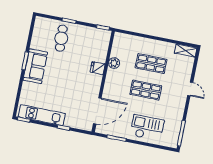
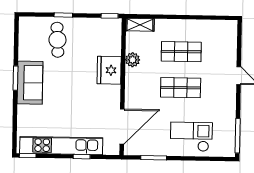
shelving: (186, 50) -> (140, 25), moved
fridge: (98, 68) -> (109, 70), width x1.88, depth x1.34
kitchen unit: (42, 115) -> (61, 146), width x1.36

